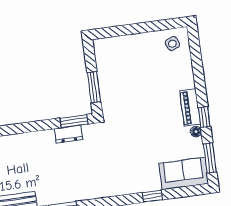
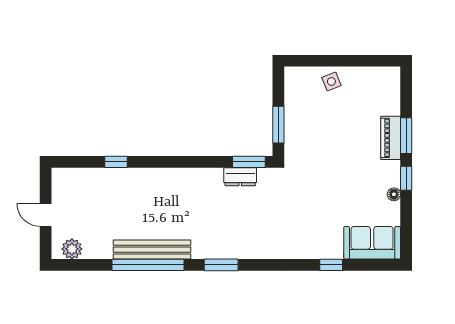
side table: (172, 44) -> (331, 82), moved
piano: (190, 107) -> (391, 138), moved
window: (210, 158) -> (406, 136), moved

